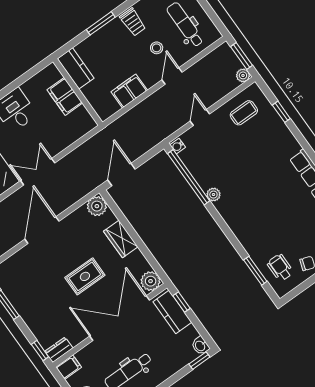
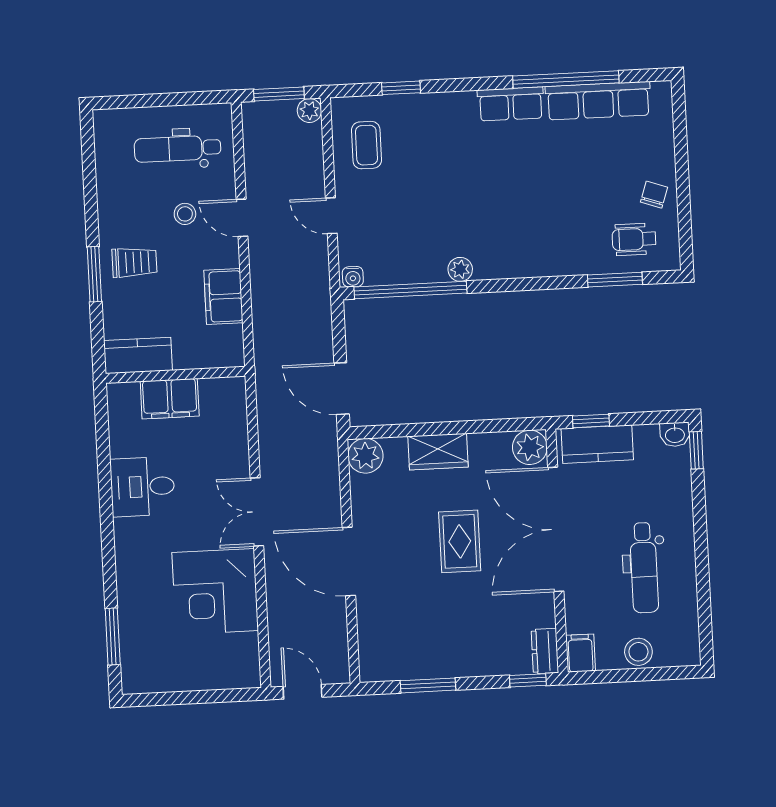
trolley: (133, 22) -> (134, 262), moved

